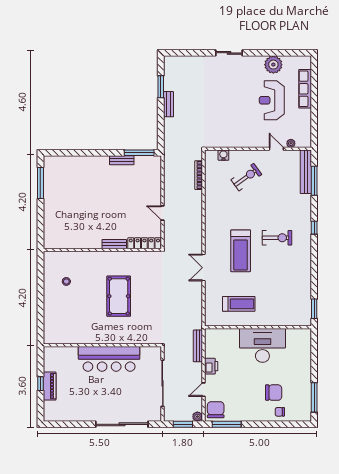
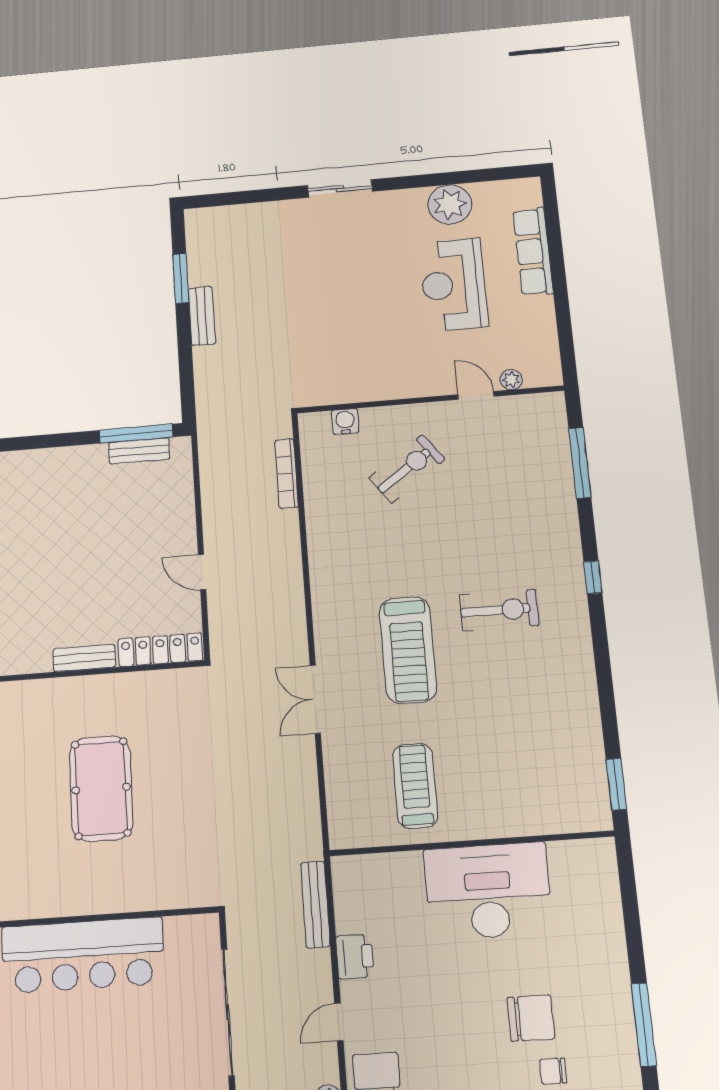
bench: (122, 160) -> (139, 451), moved
bench: (306, 172) -> (556, 444), removed
treadmill: (239, 304) -> (415, 786), turned -90

